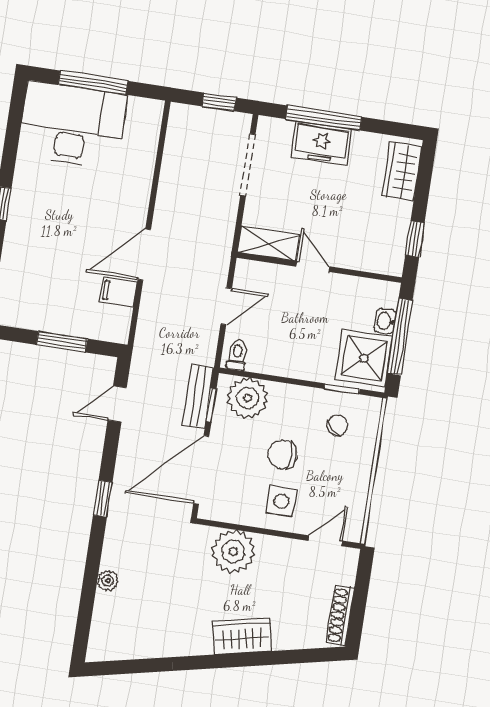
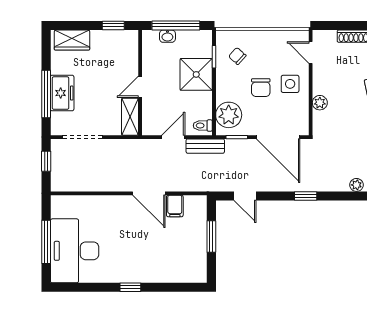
door: (226, 306) -> (173, 137), hinge flipped
shower: (364, 358) -> (196, 74), moved
bench: (198, 396) -> (205, 146), moved
plant: (233, 551) -> (320, 103), width x0.53, depth x0.53

